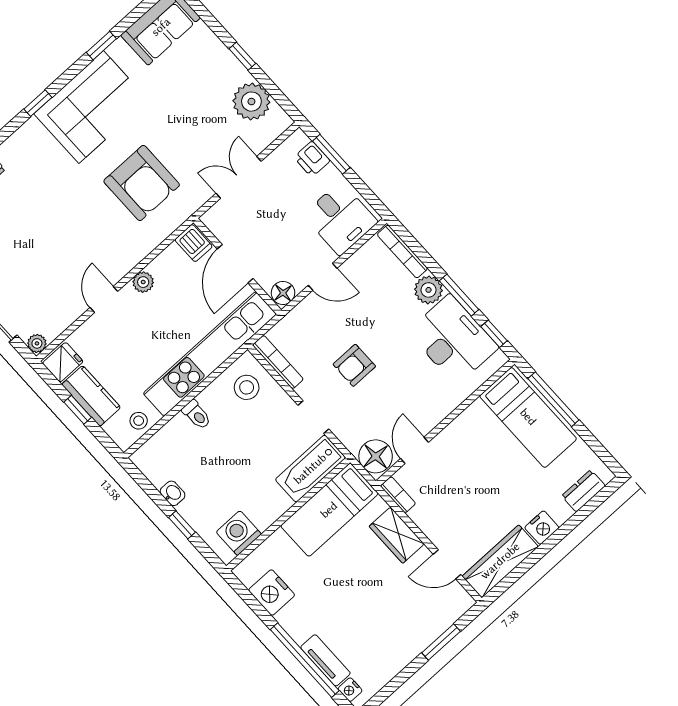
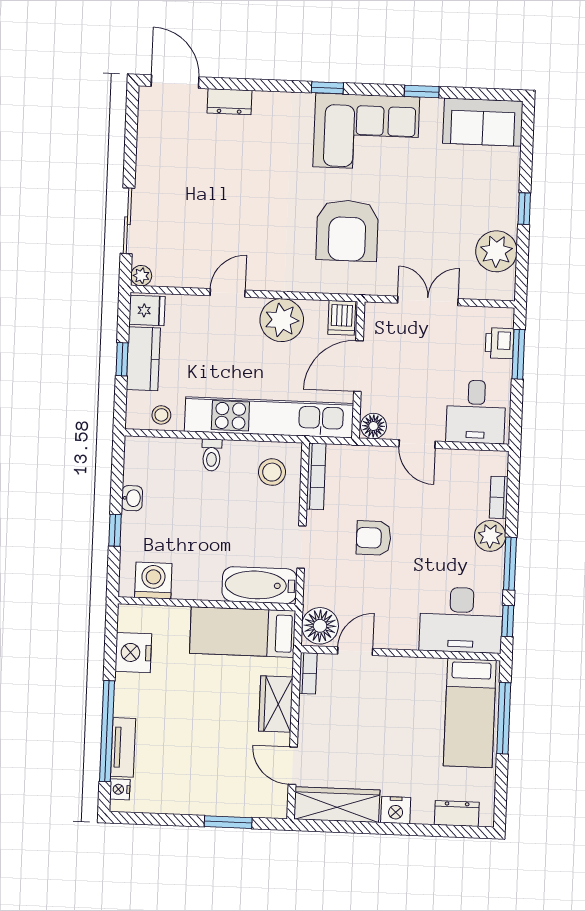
bookcase: (402, 252) -> (499, 497), width x0.64
plant: (143, 282) -> (282, 320), width x1.88, depth x1.88
desk: (453, 340) -> (461, 620), moved, turned 90

